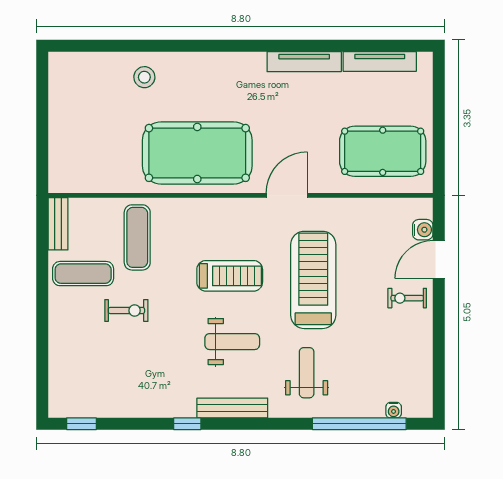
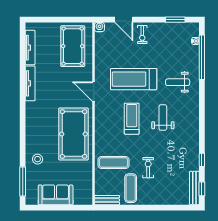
window: (97, 46) -> (23, 182), added
sofa: (69, 115) -> (56, 195), added
water cooler: (423, 230) -> (99, 27), moved
window: (439, 368) -> (175, 20), added
bench: (232, 408) -> (194, 188), moved
window: (187, 424) -> (202, 160), moved

